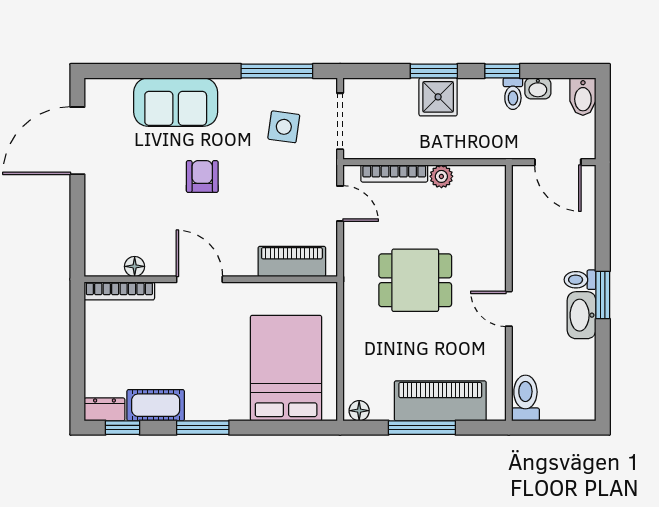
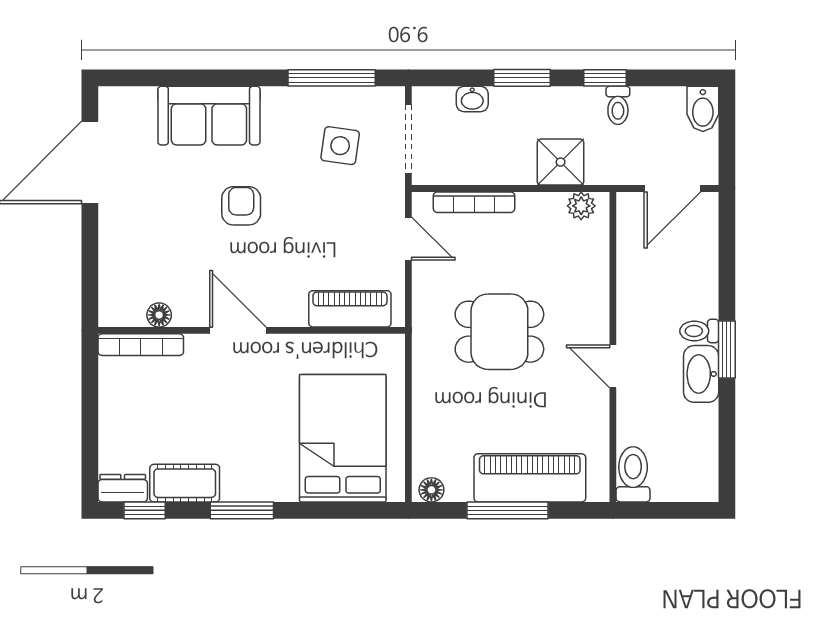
washbasin: (538, 88) -> (472, 99), moved
shower: (438, 97) -> (561, 162), moved
door: (558, 162) -> (672, 189), hinge flipped
plant: (441, 176) -> (581, 206), moved

